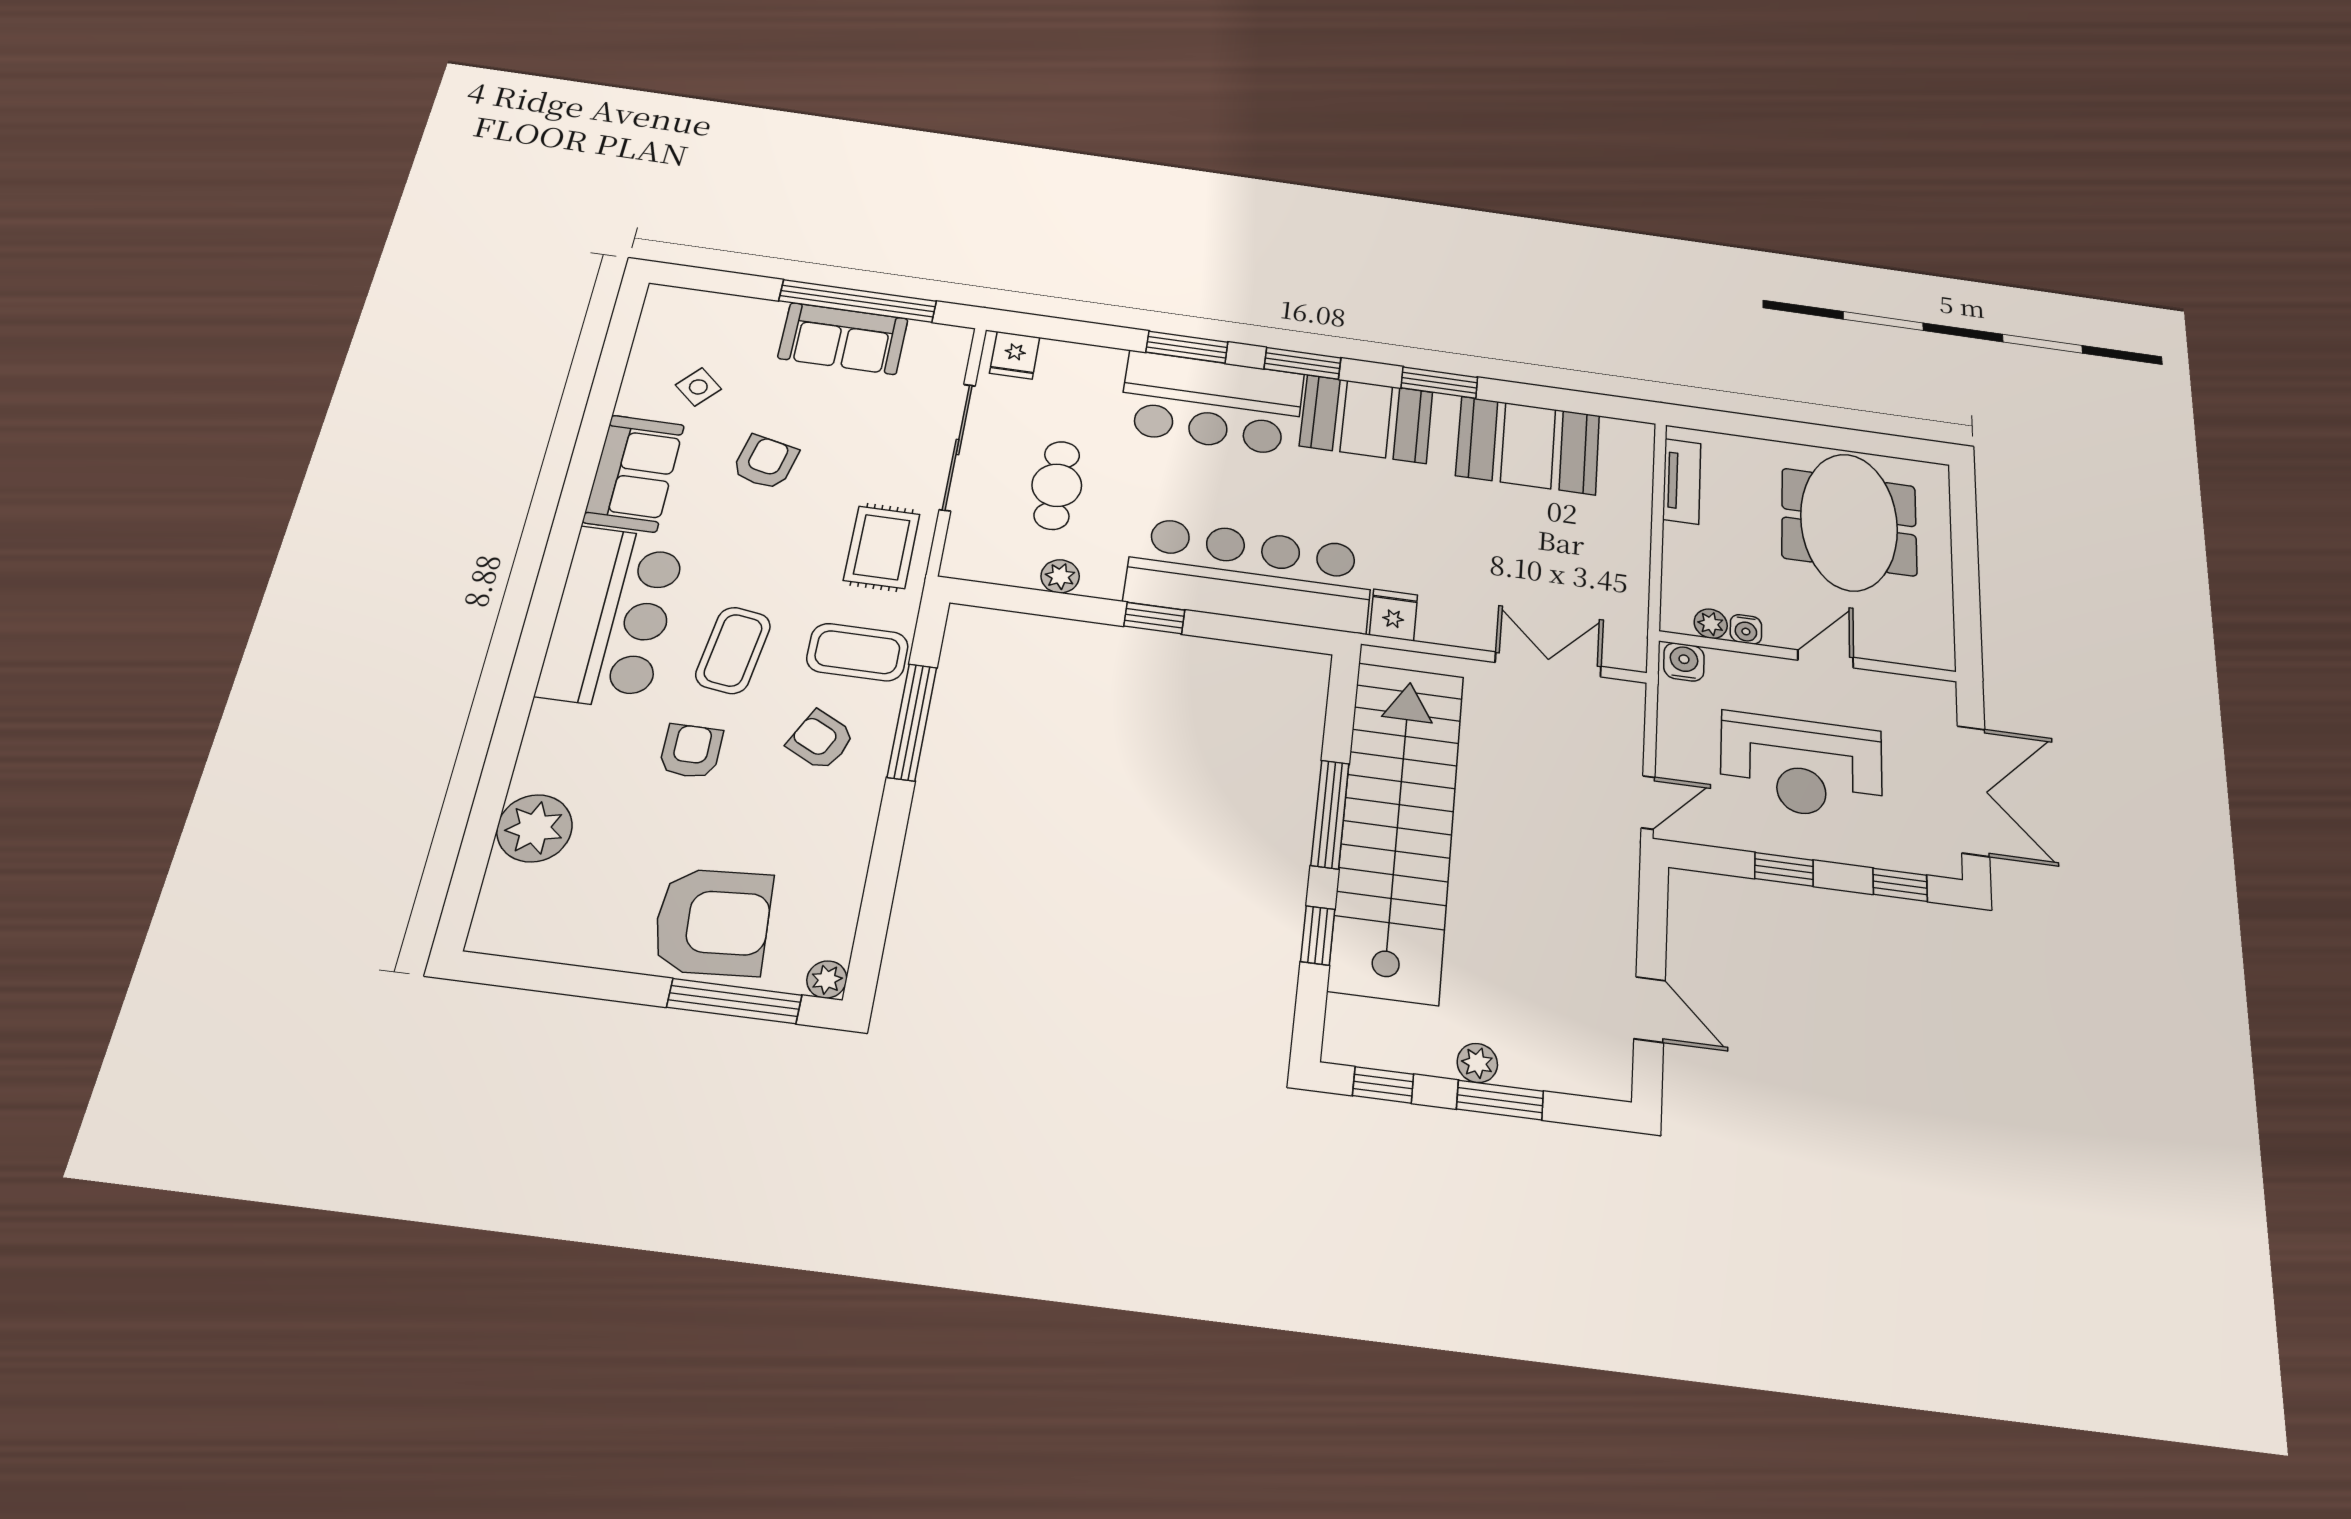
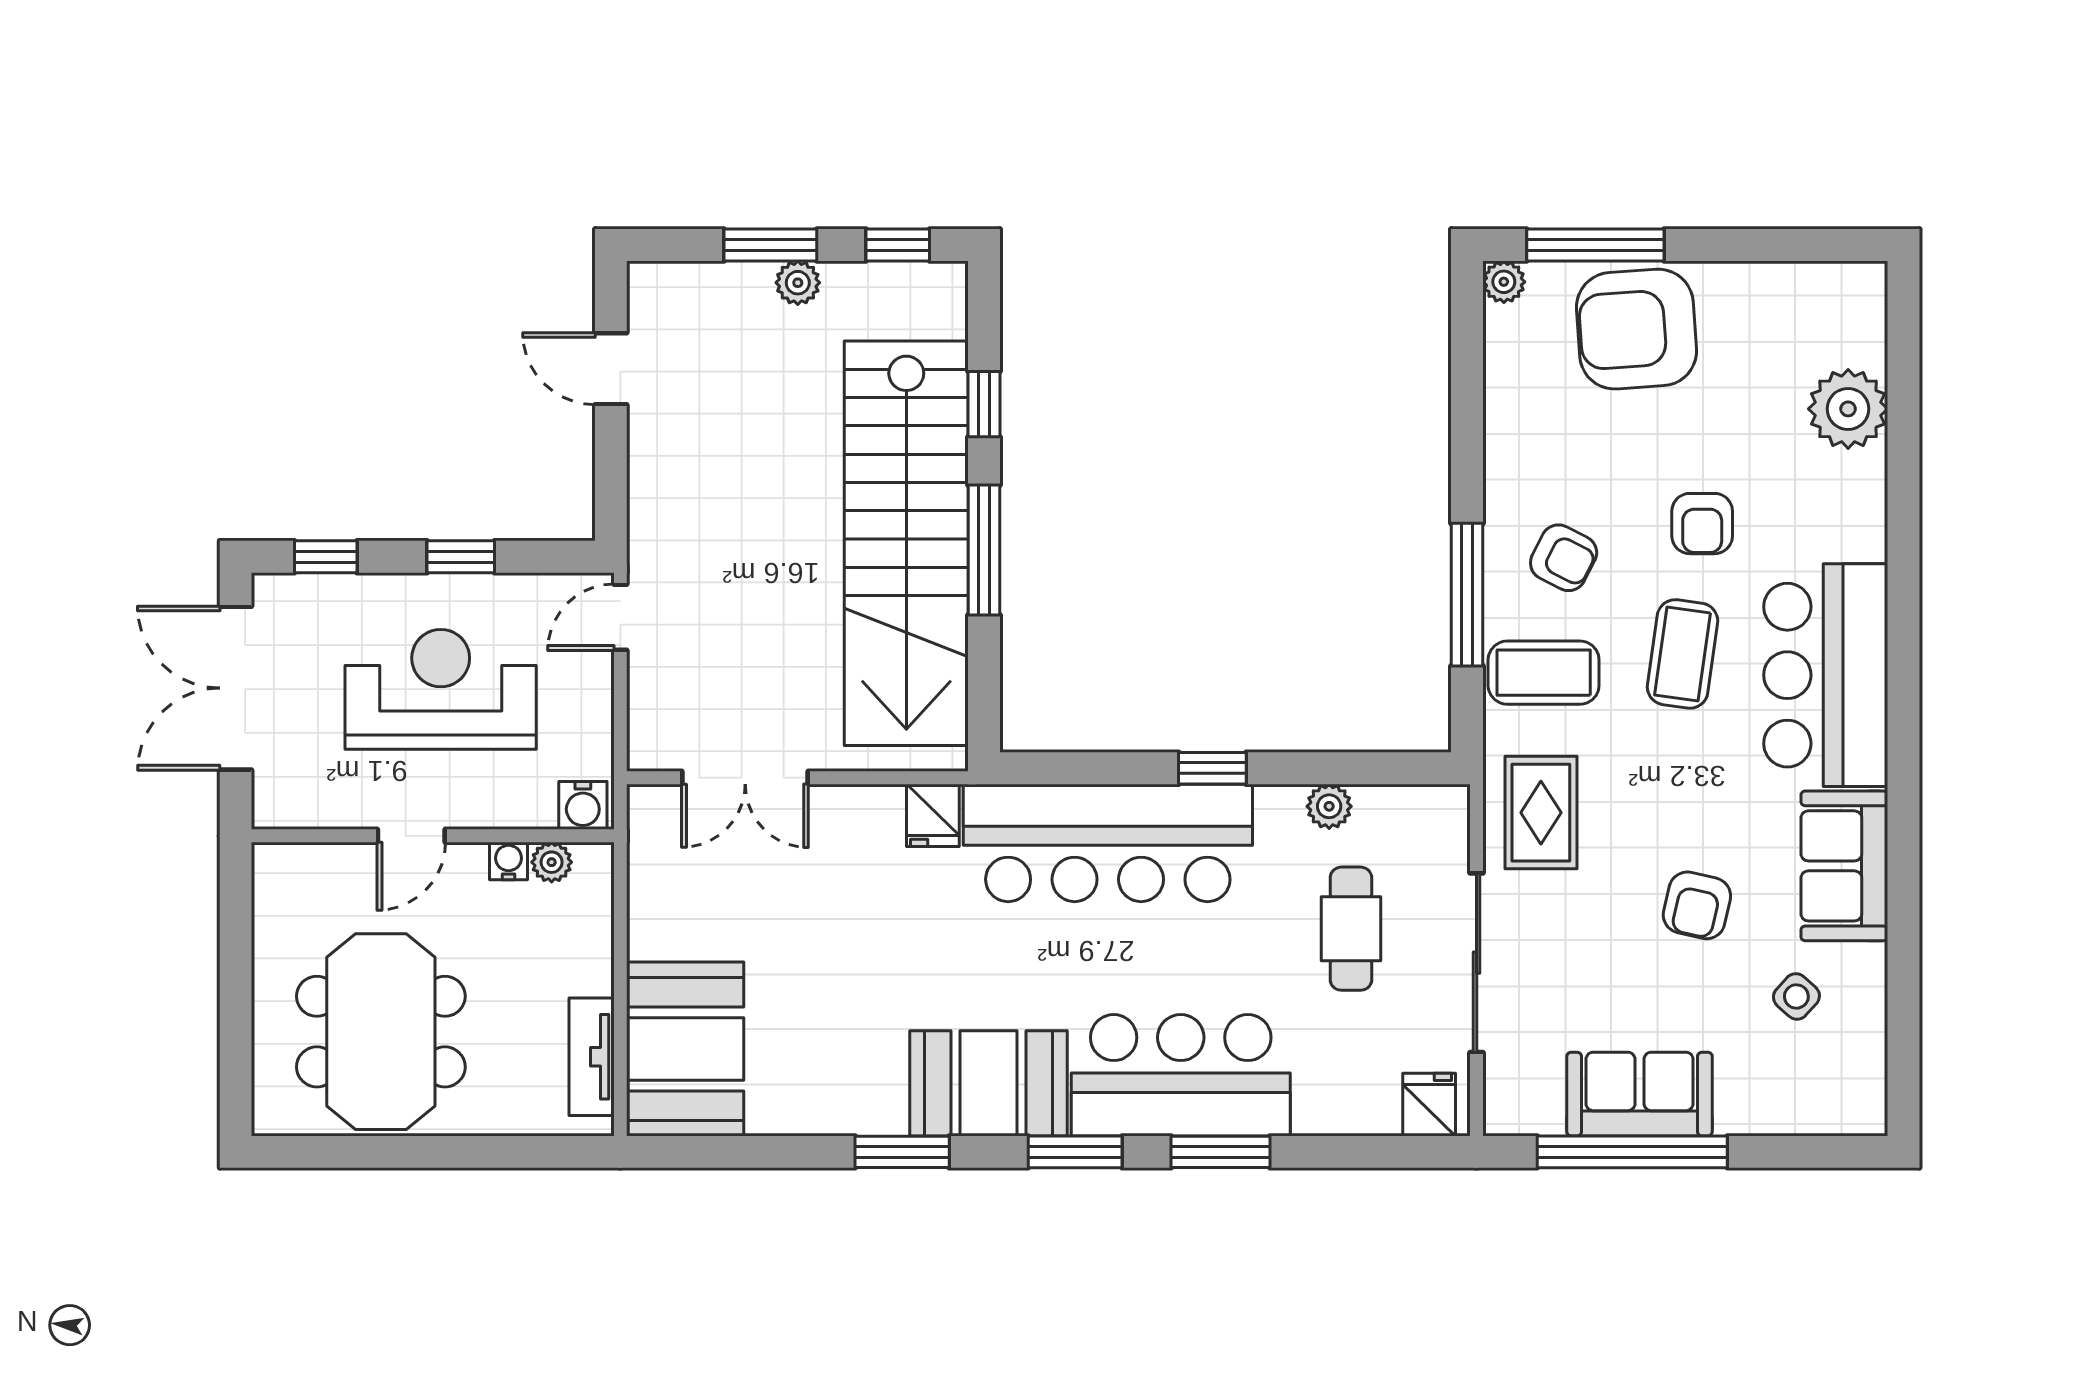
booth: (1528, 445) -> (685, 1049), moved, turned 90

